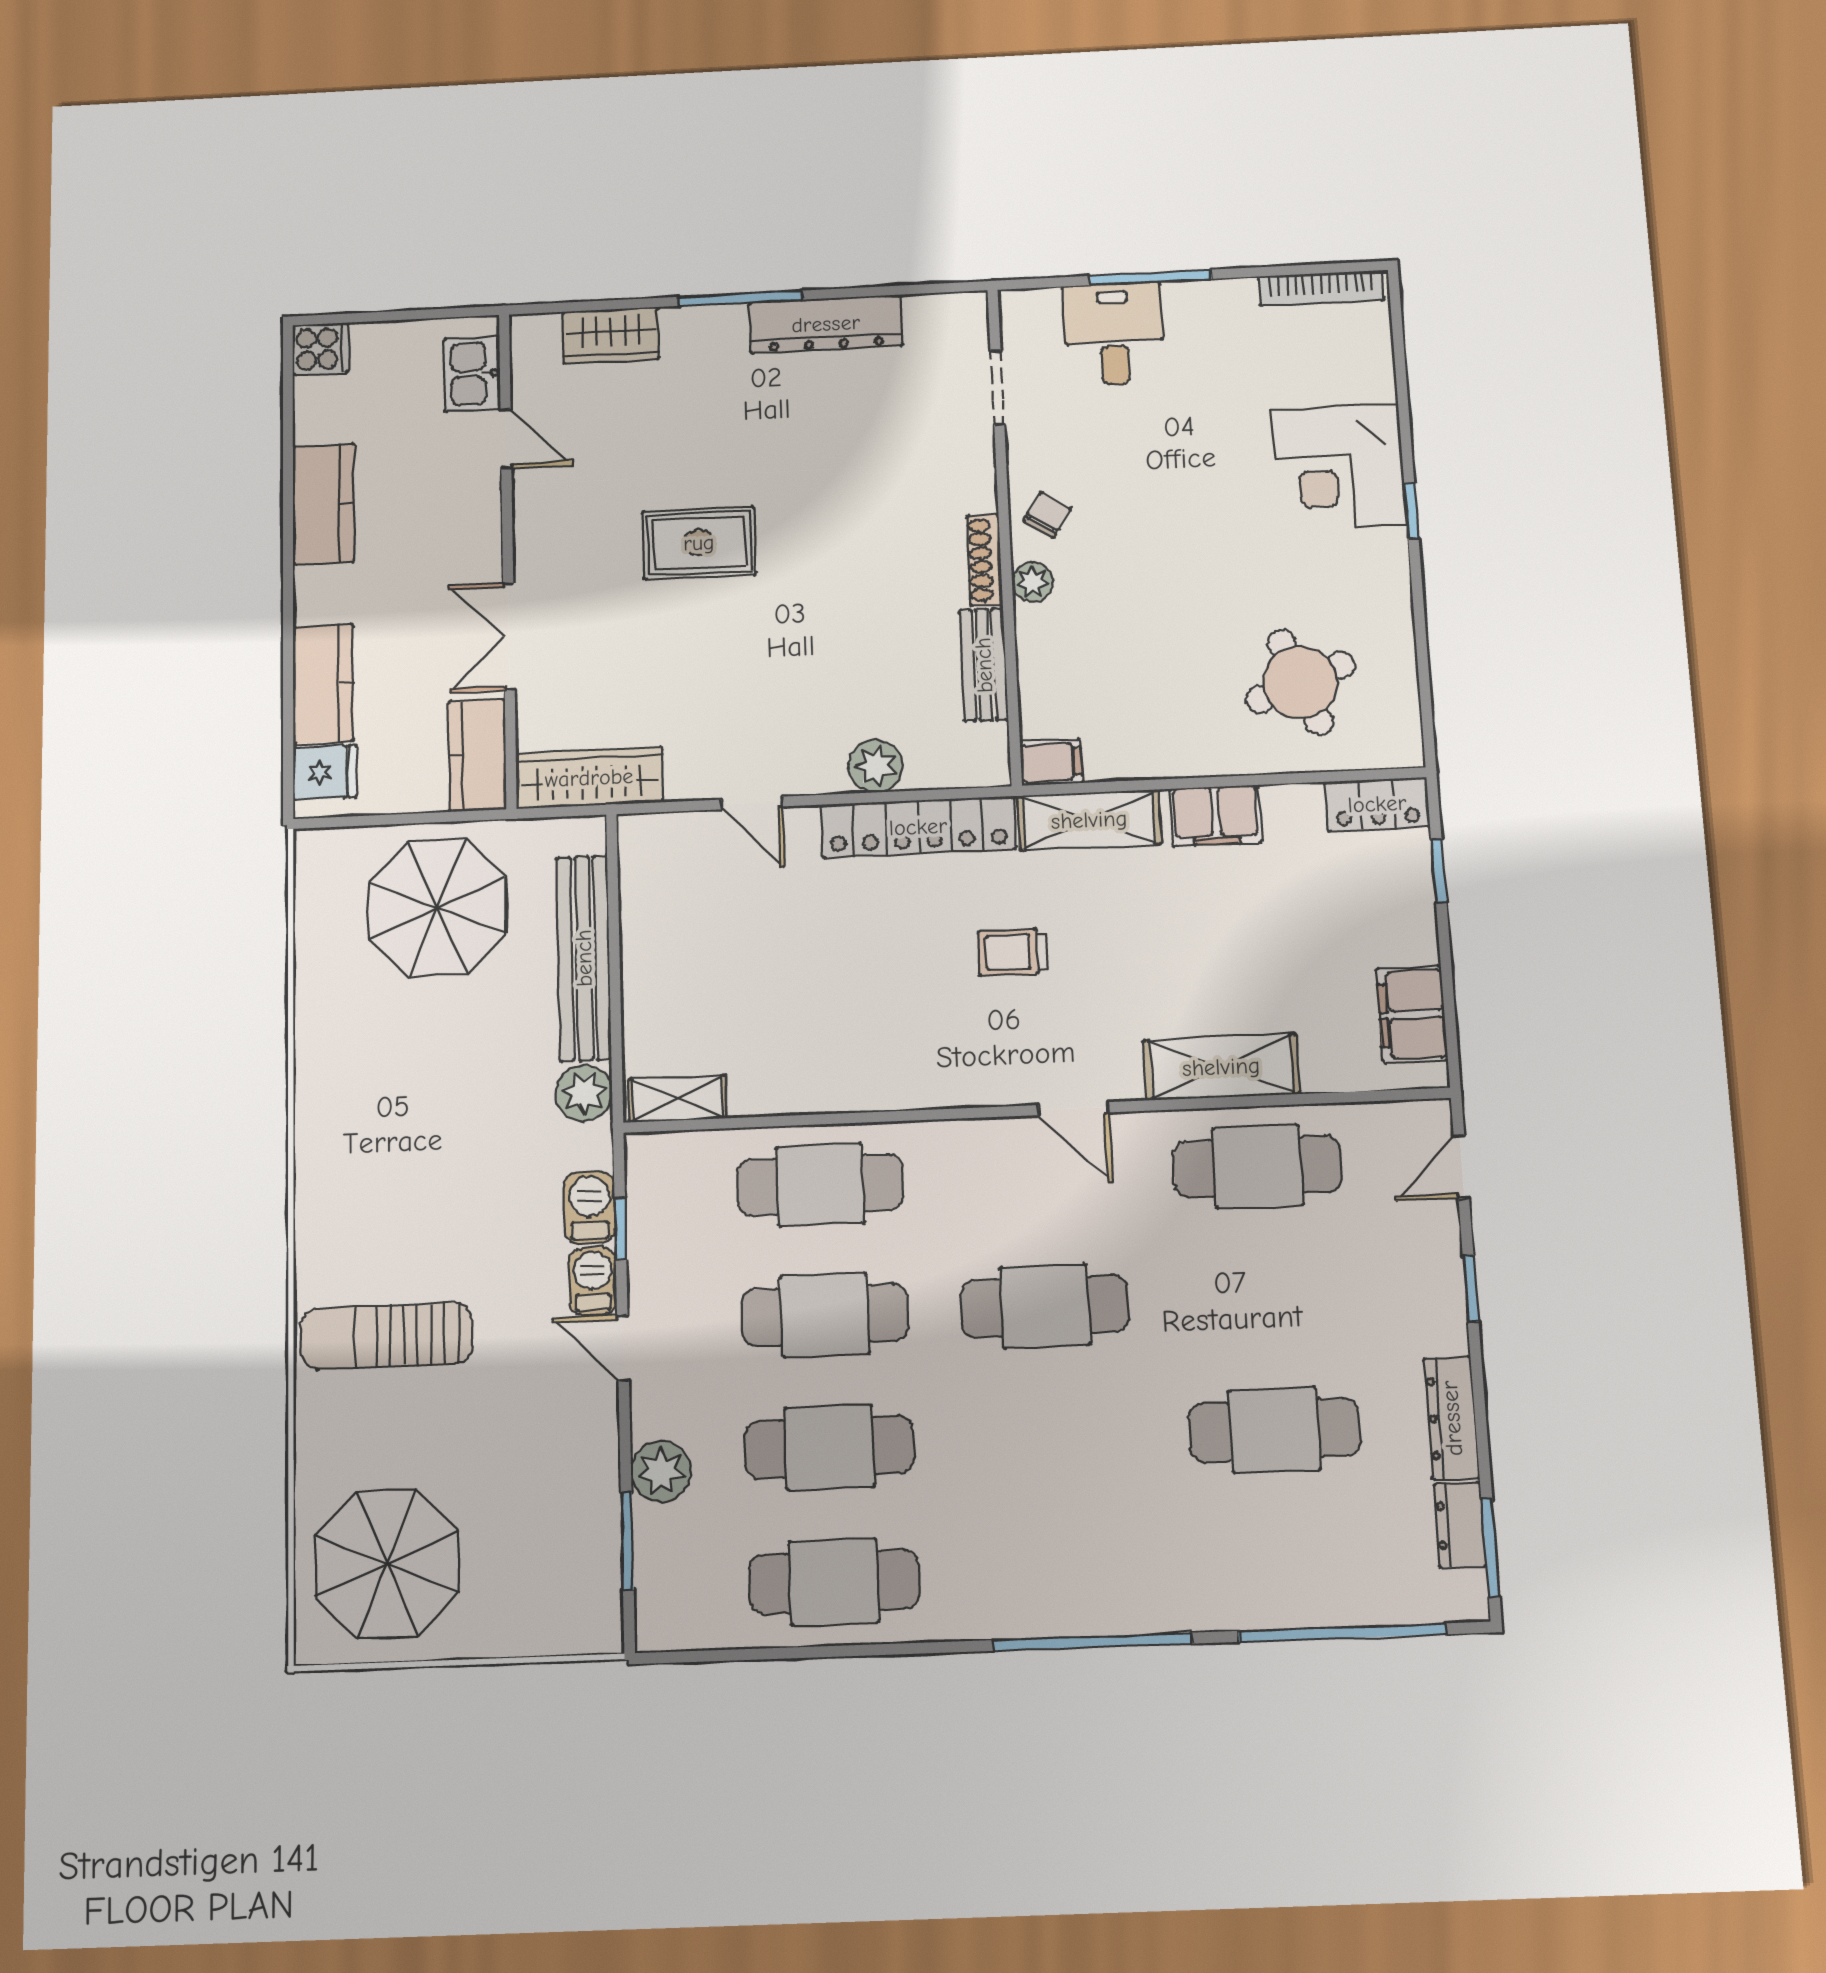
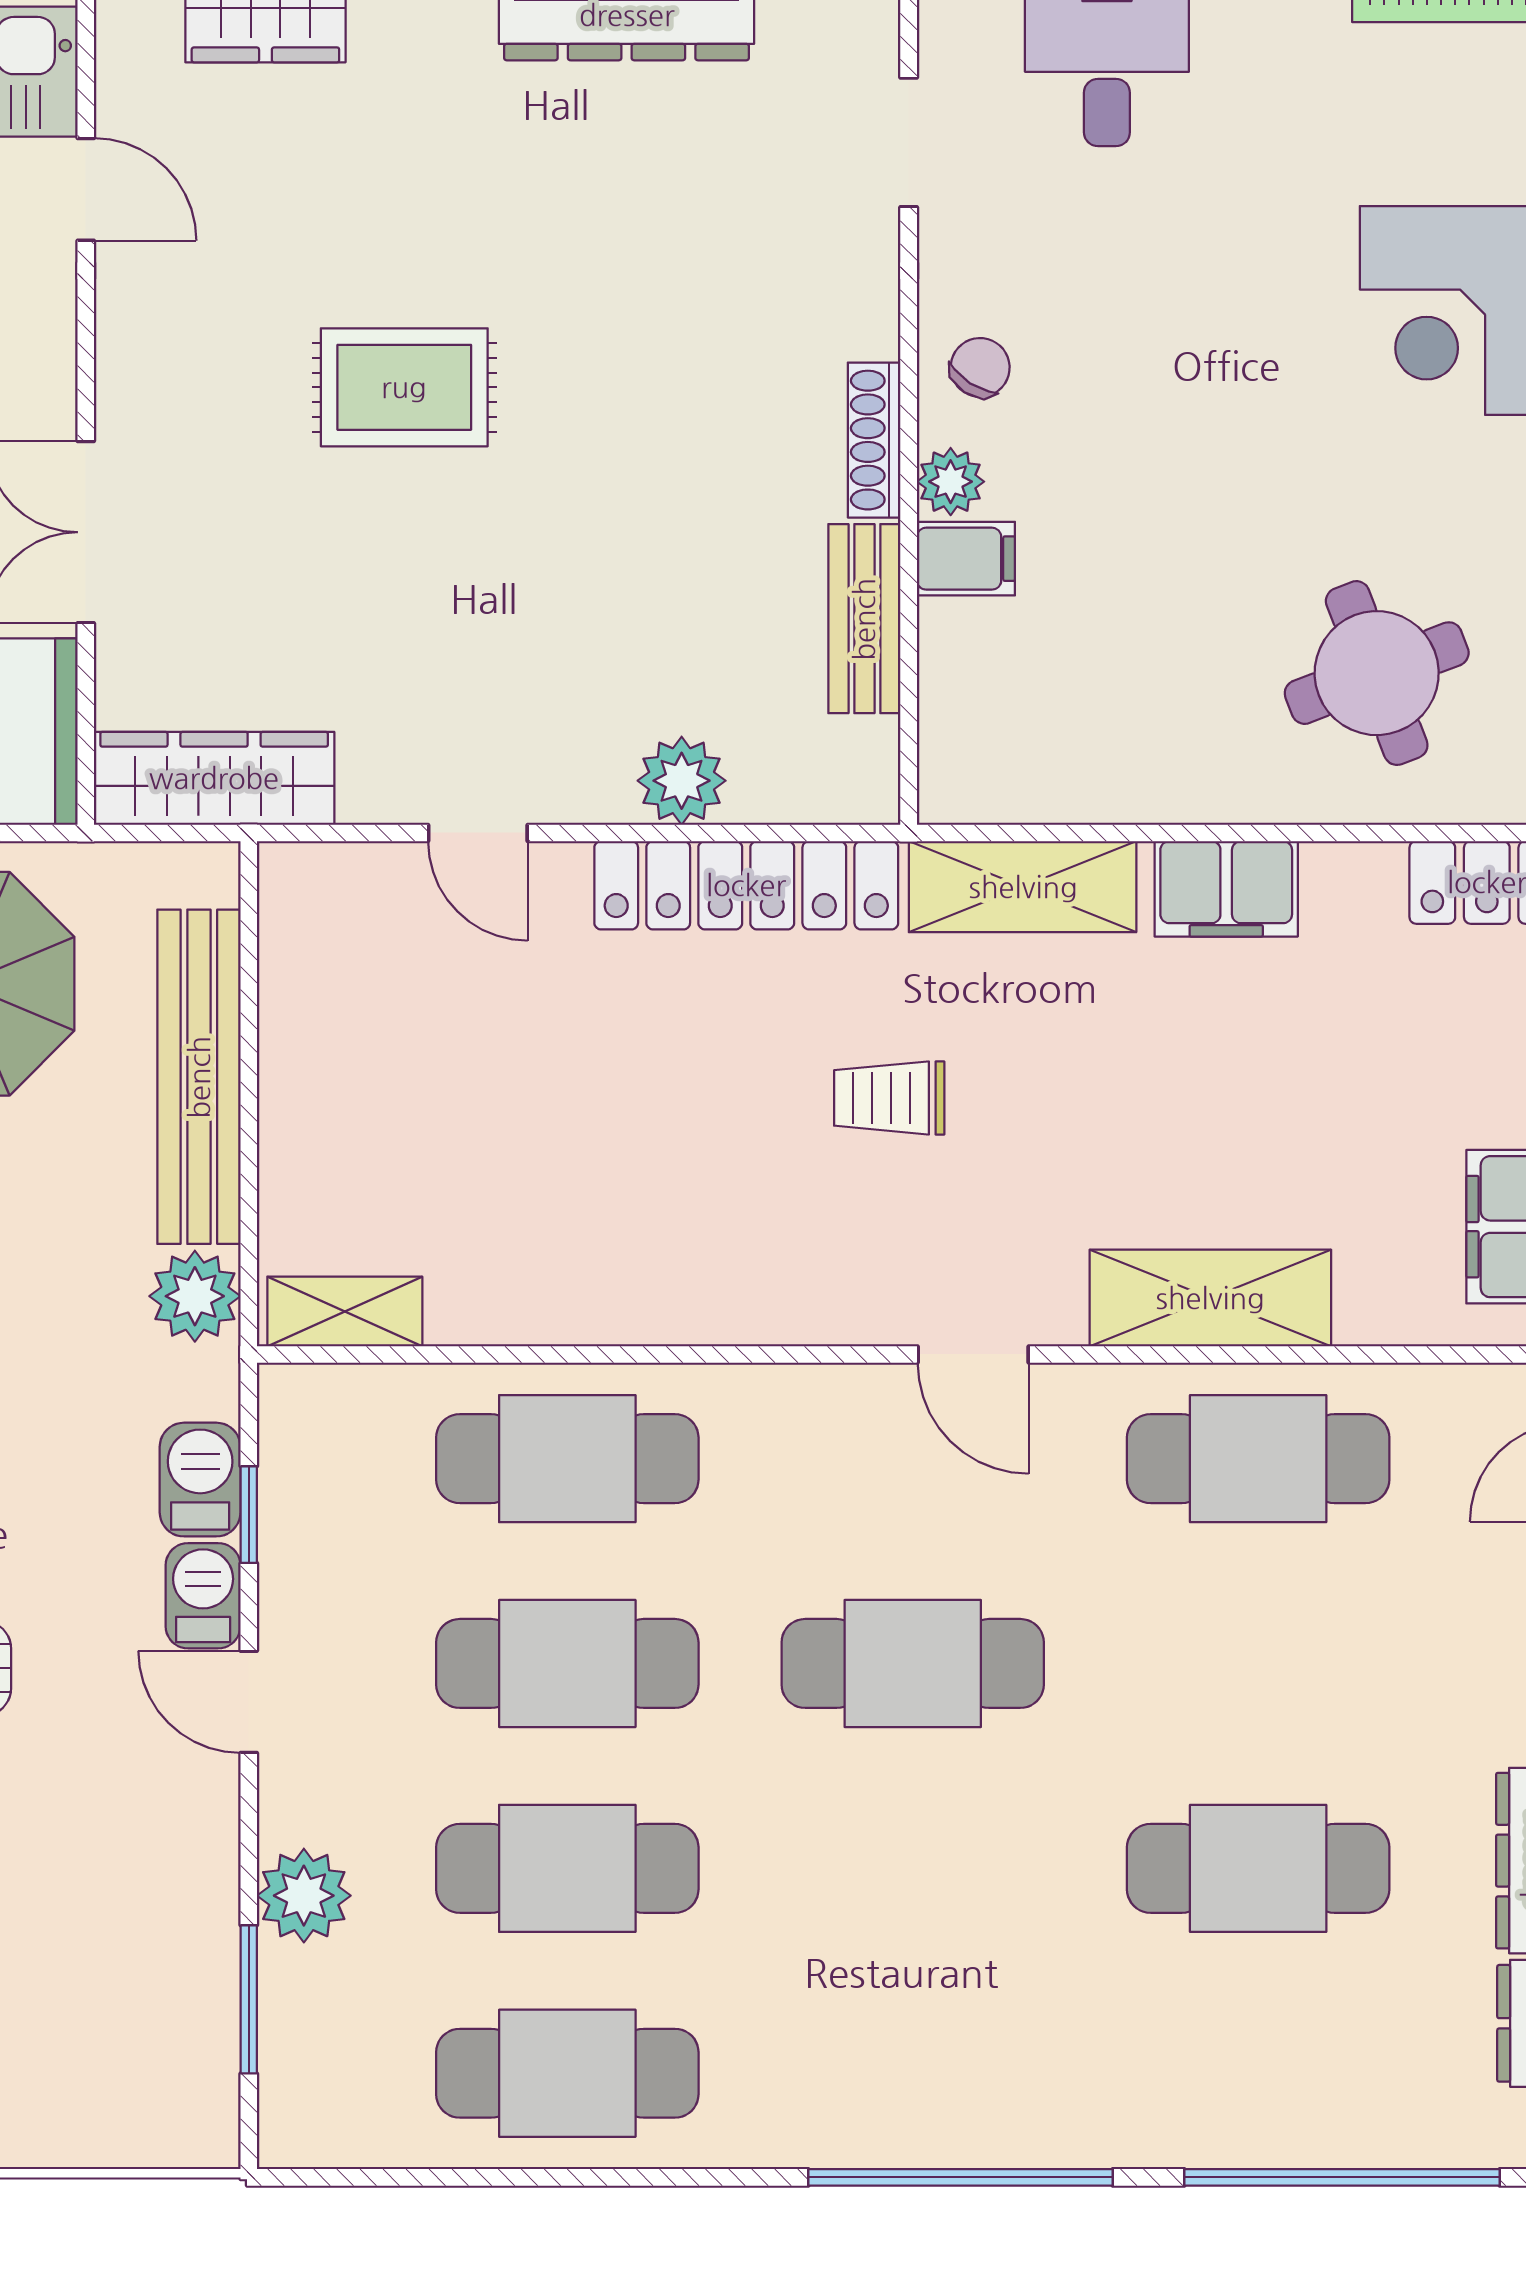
filing cabinet: (1051, 762) -> (966, 559), moved

